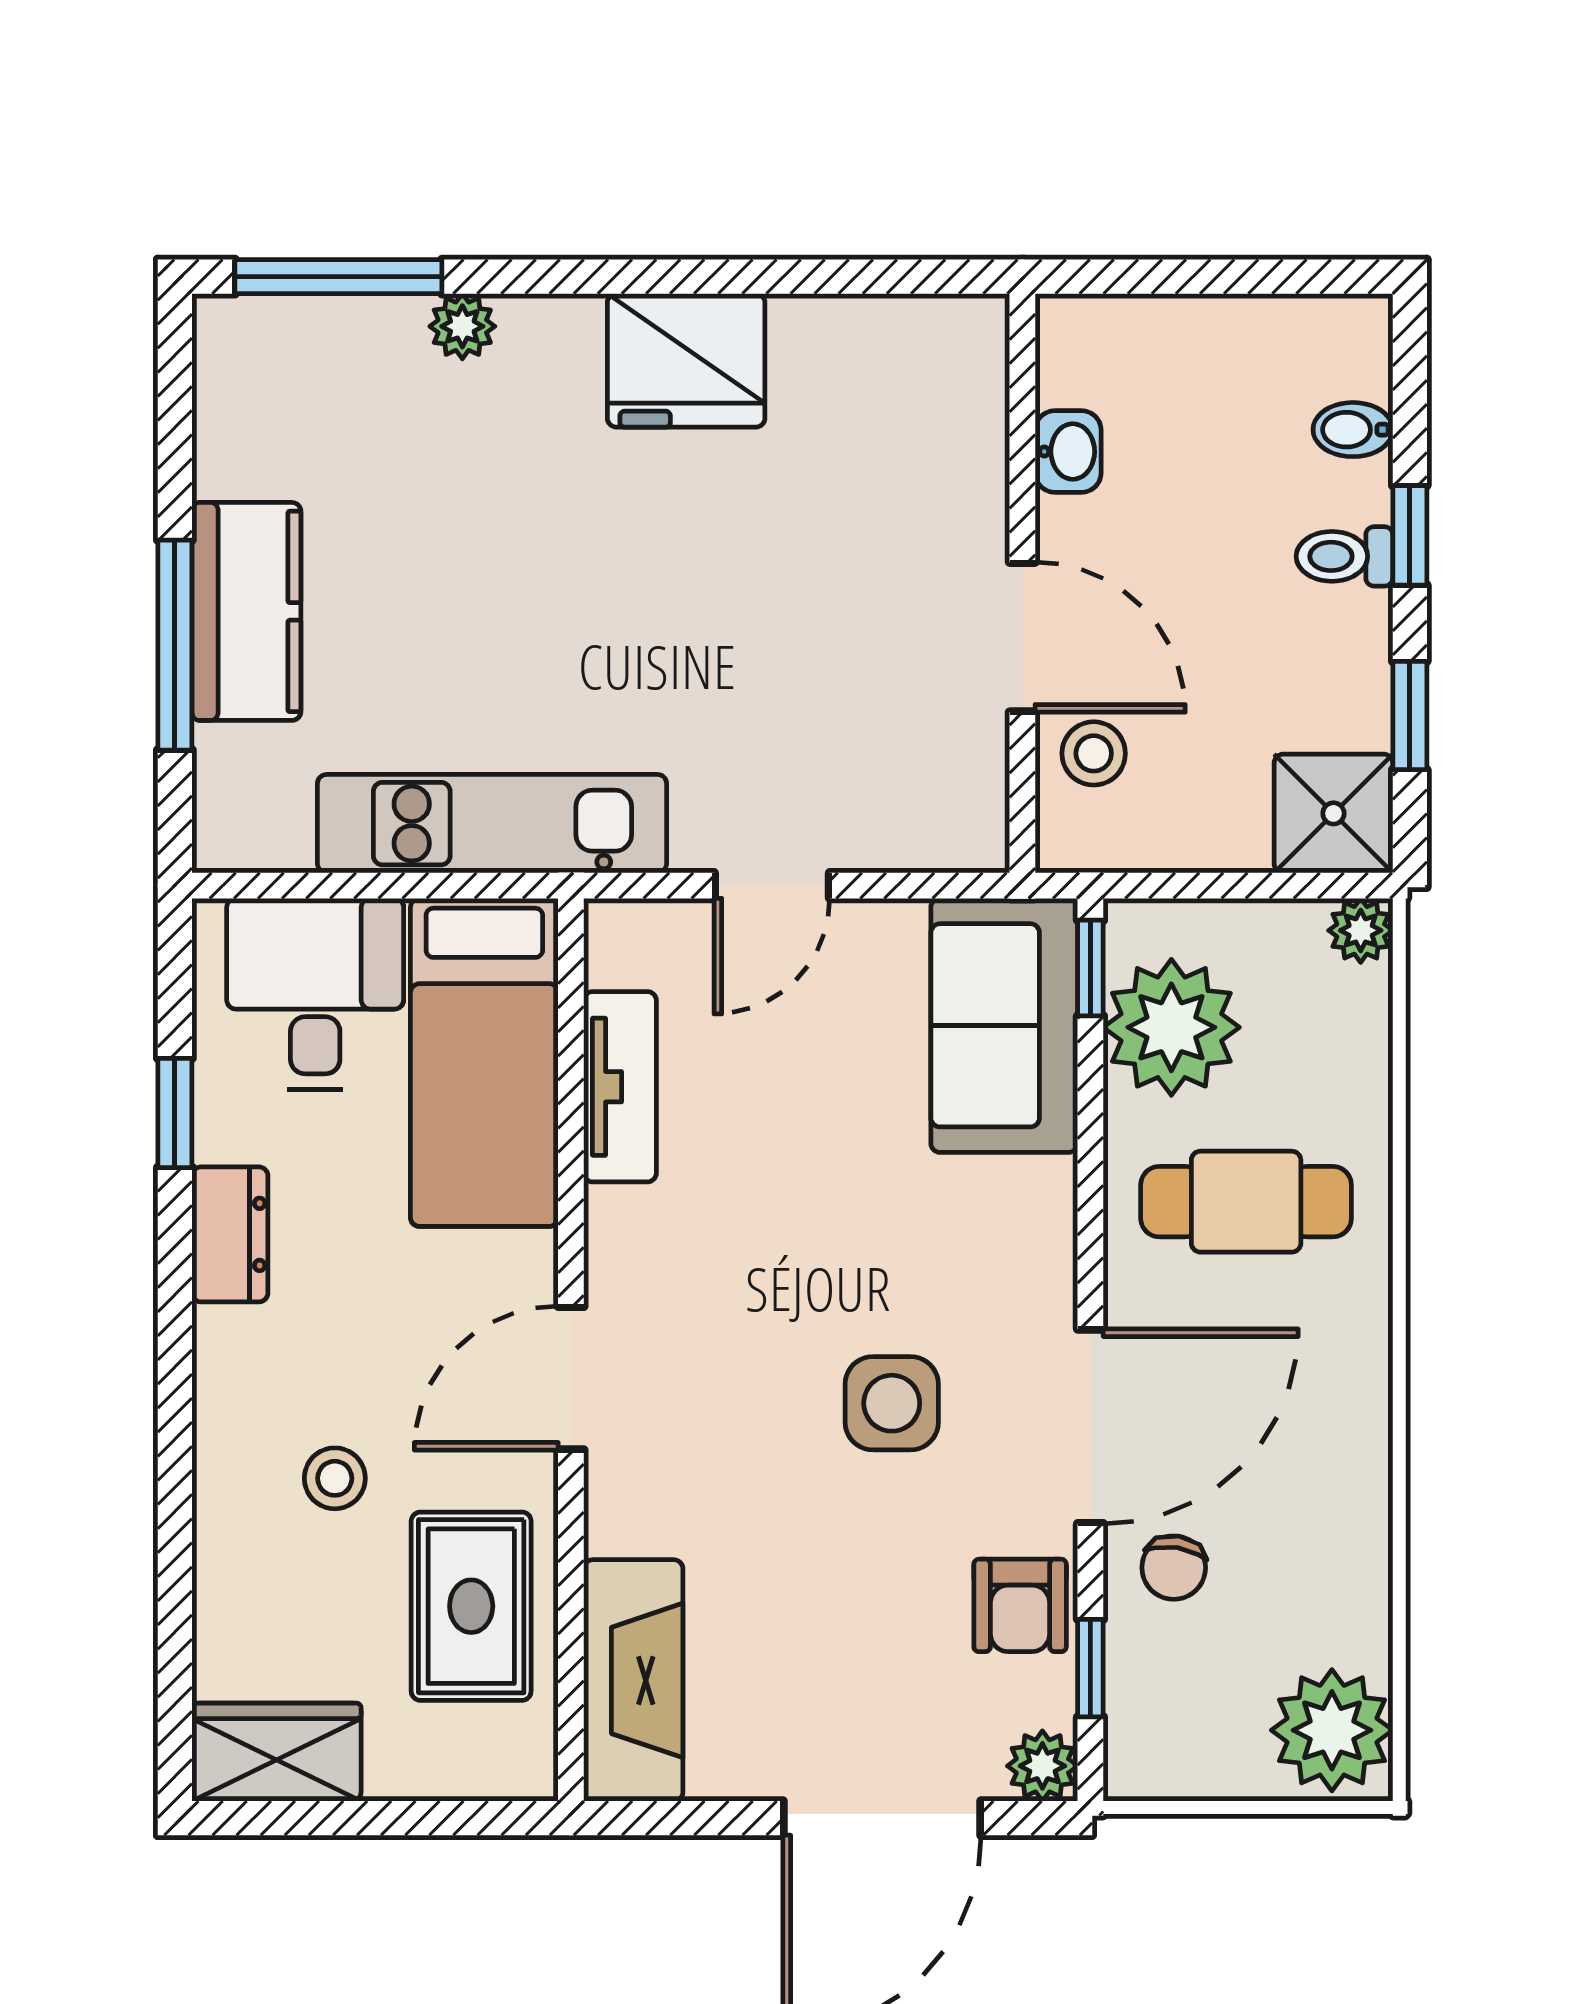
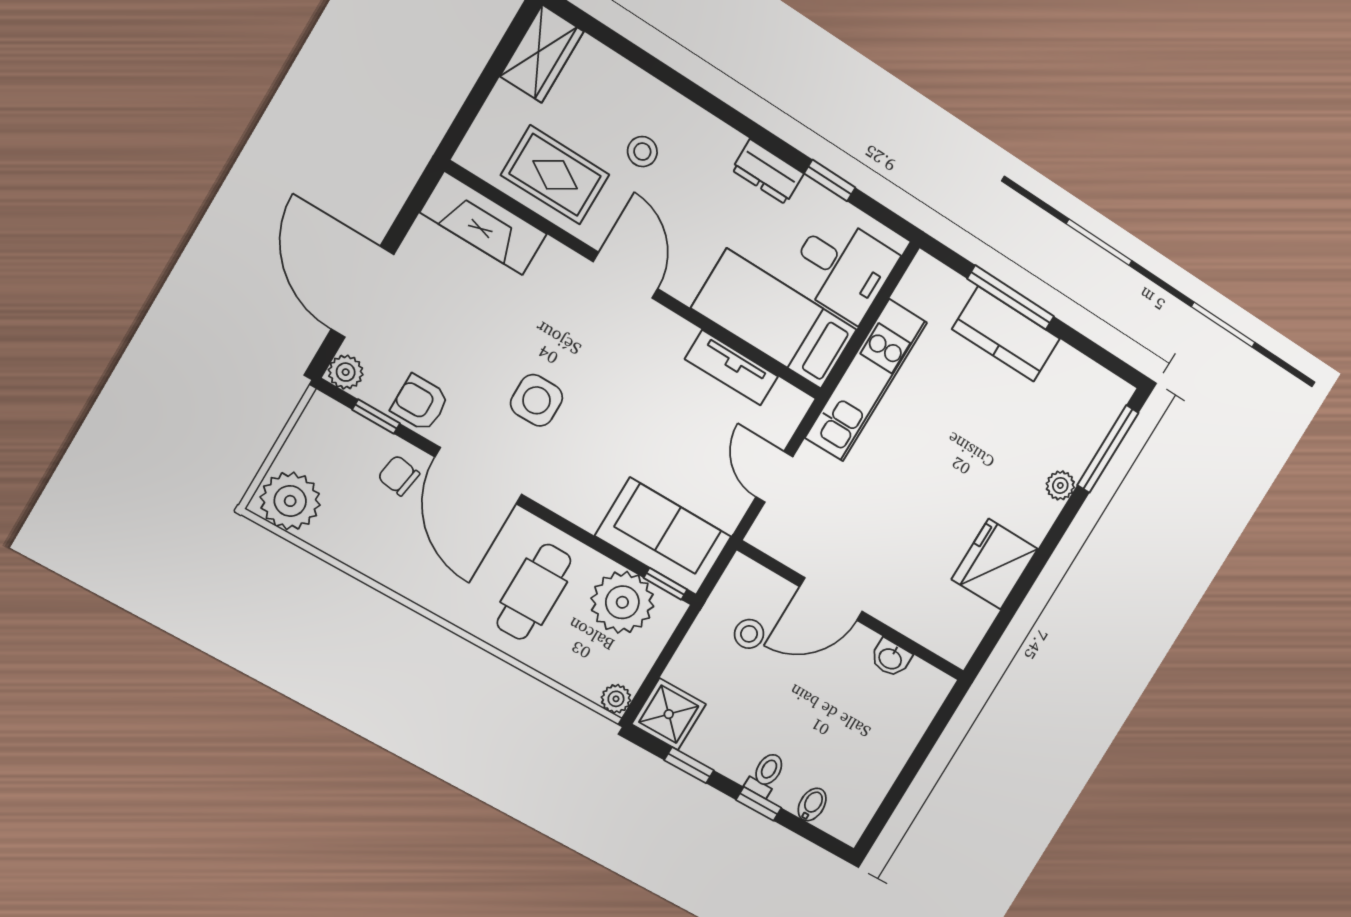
washbasin: (1068, 452) -> (891, 658), moved
wall: (1022, 583) -> (852, 611), moved
door: (1022, 637) -> (831, 599), moved

